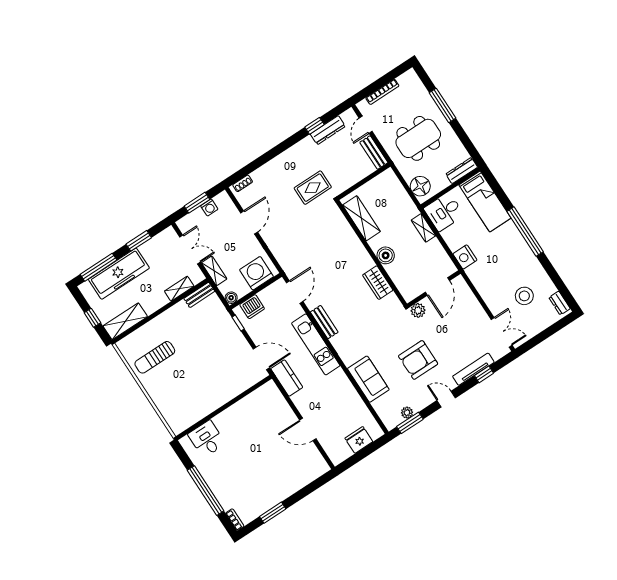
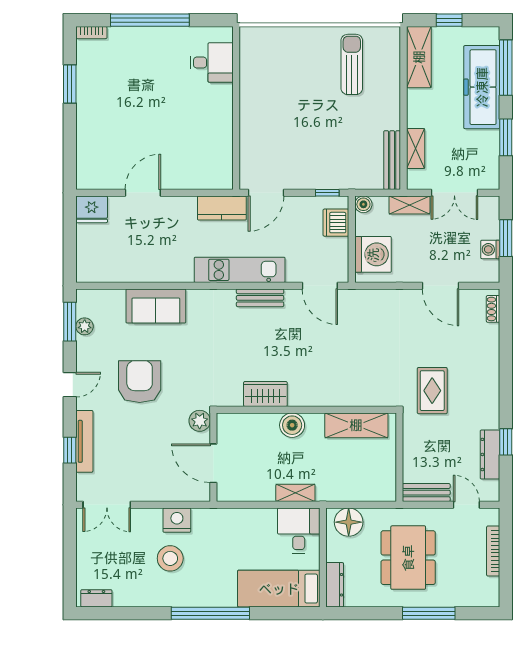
nightstand: (465, 257) -> (177, 520), moved
bench: (199, 295) -> (392, 160), width x1.36
stool: (524, 296) -> (170, 558), moved
fridge: (359, 440) -> (92, 209), moved, turned 90

